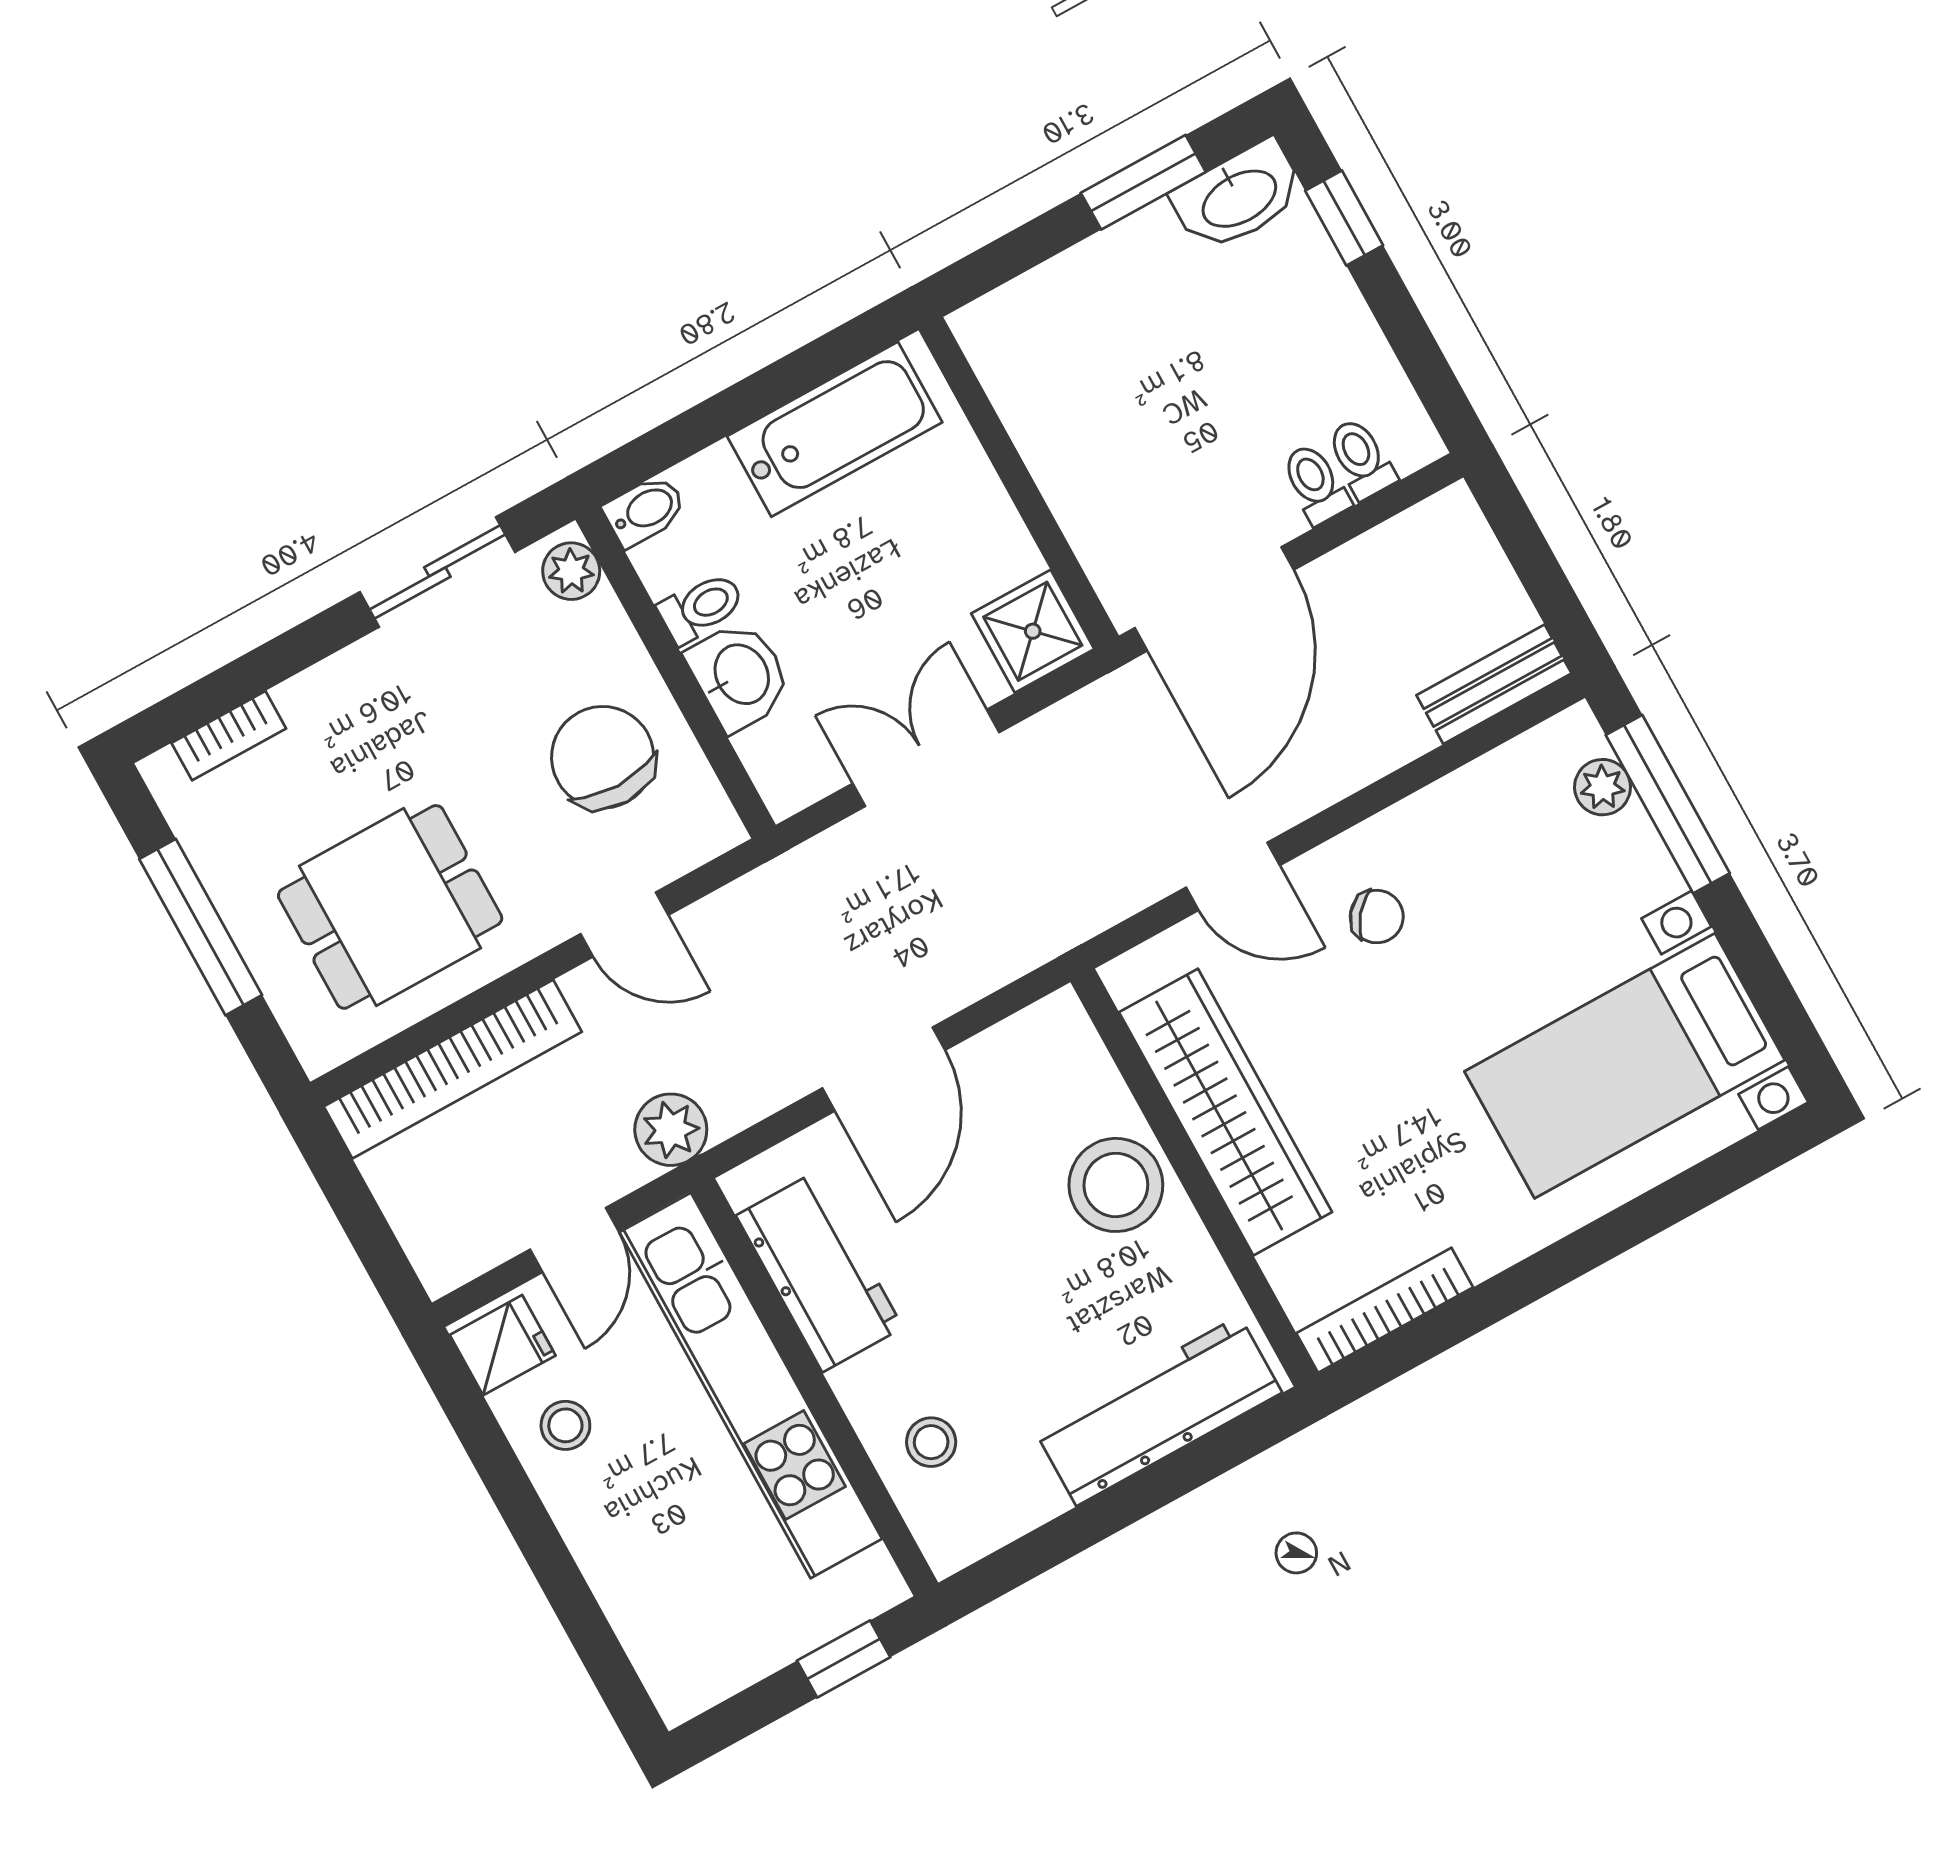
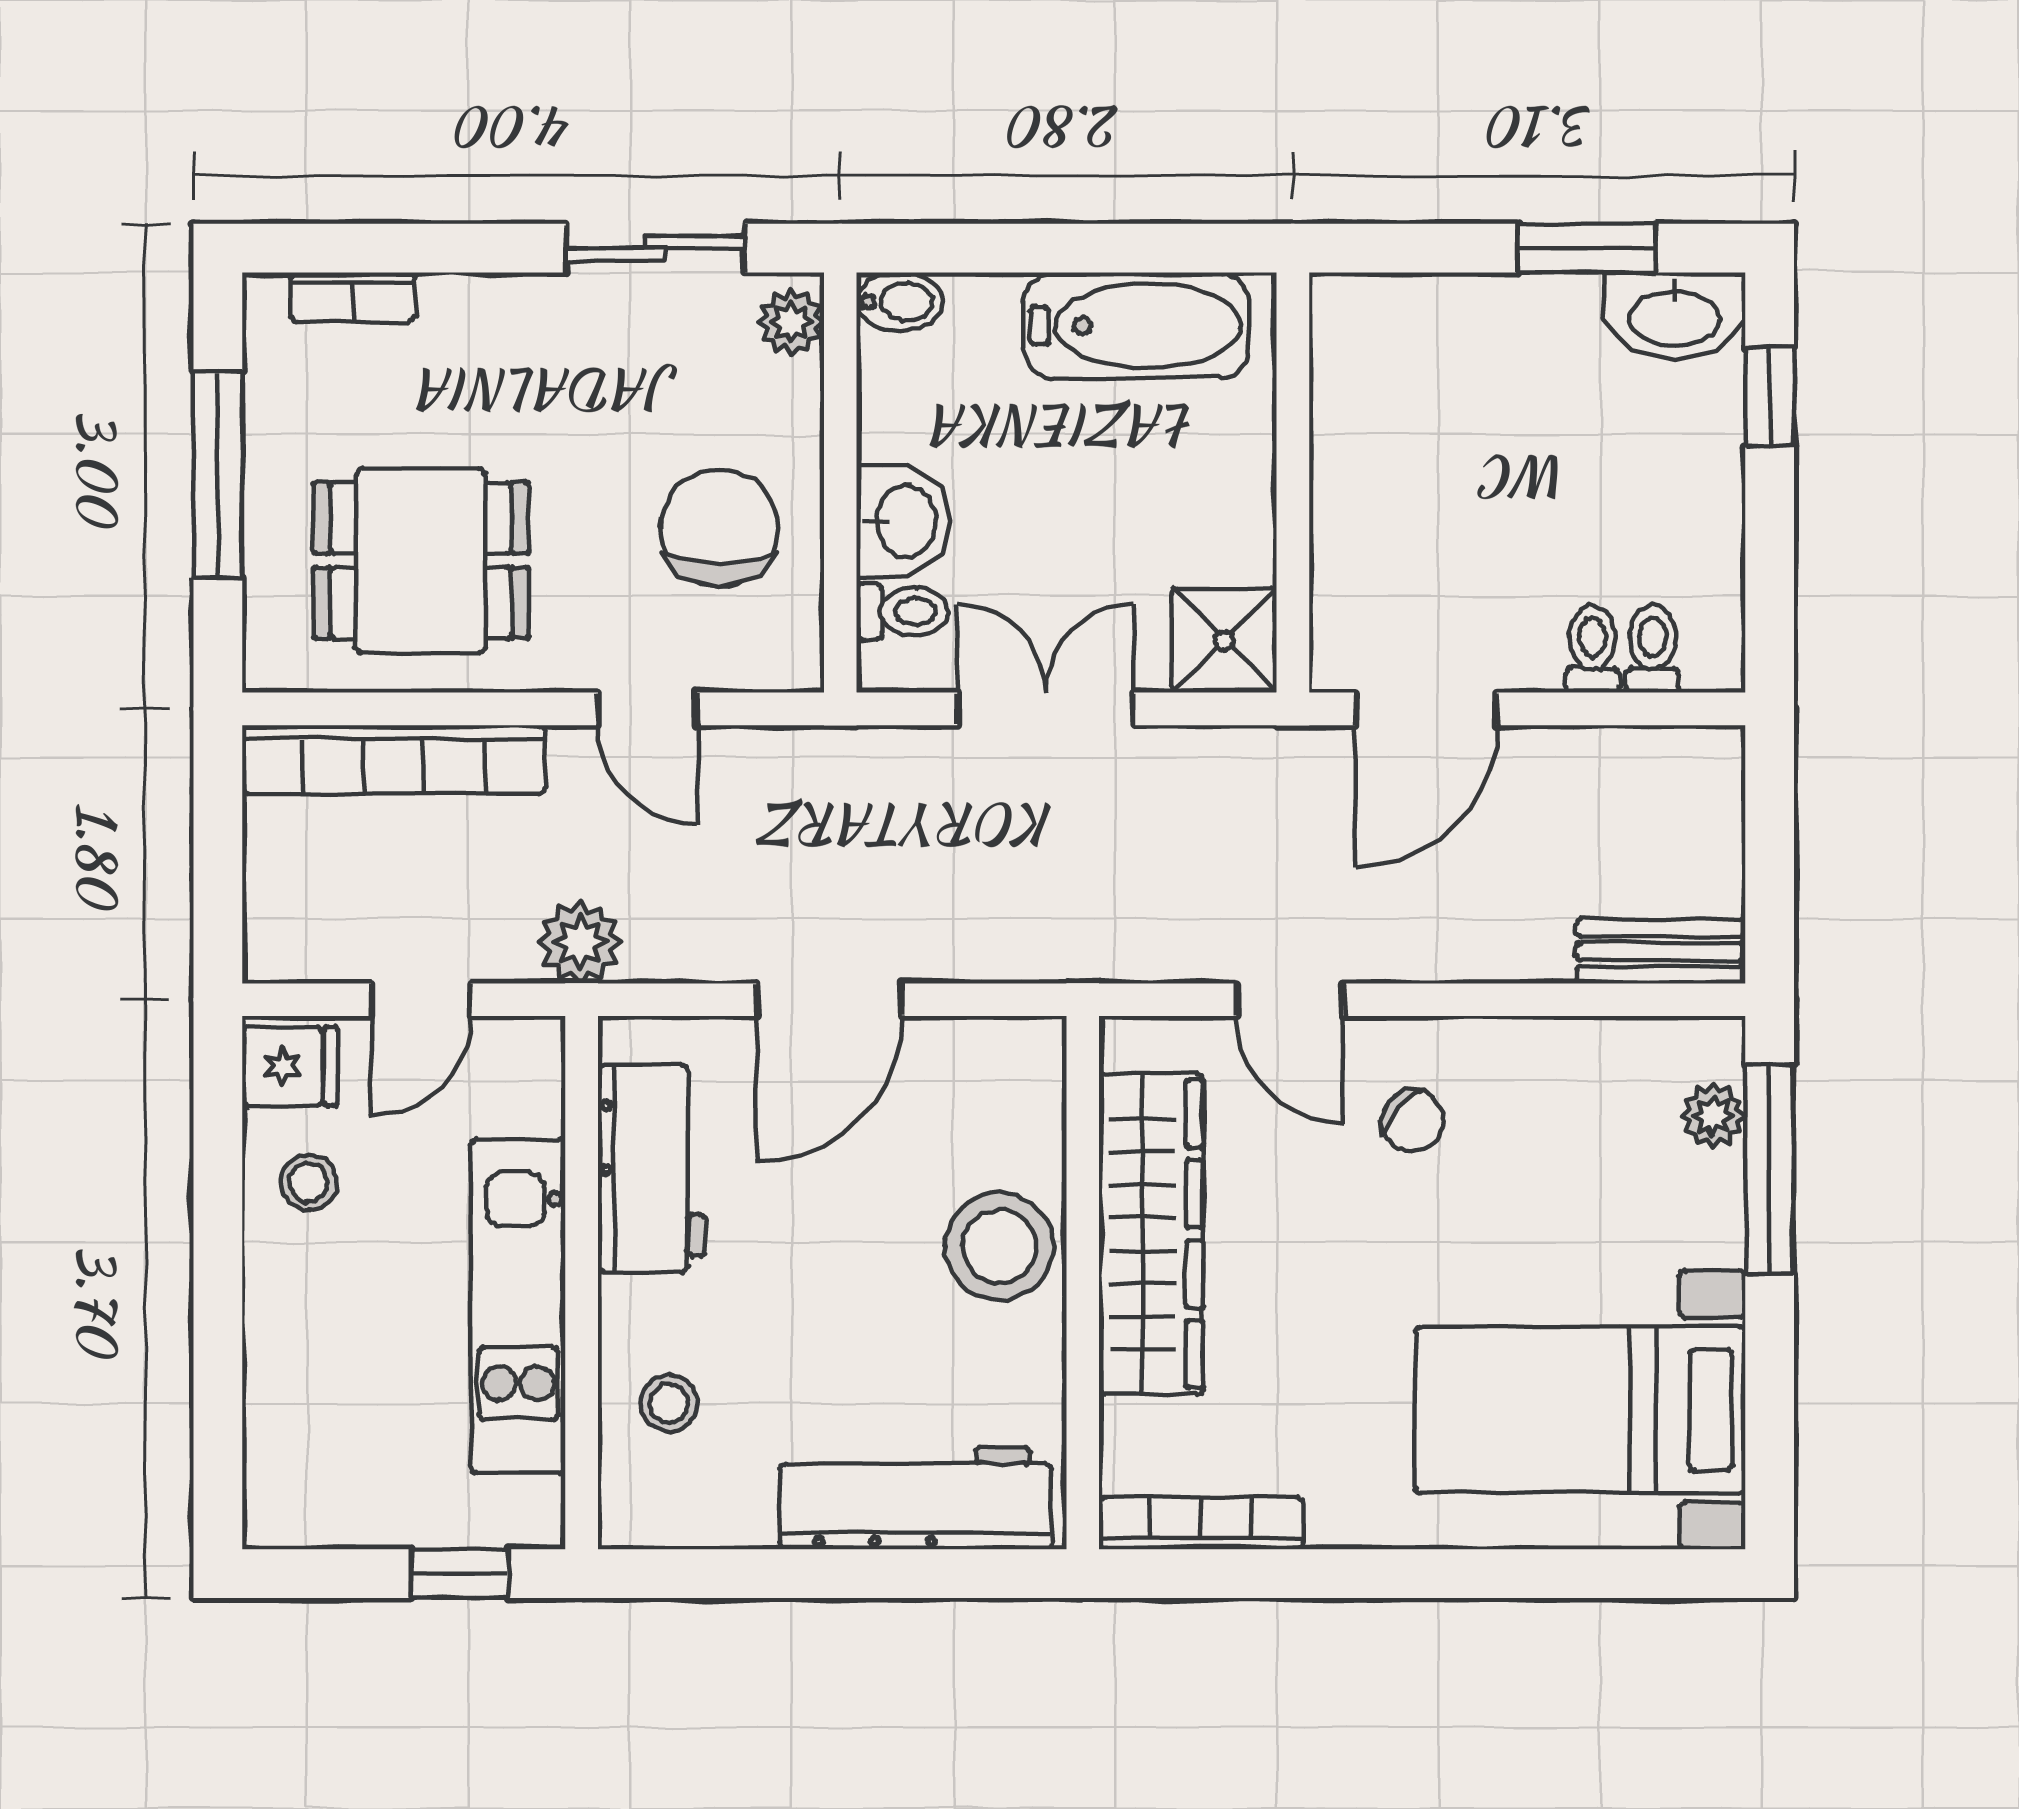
door: (1214, 599) -> (1426, 709), width x0.73
toilet: (701, 607) -> (902, 611), moved
kitchen unit: (751, 1385) -> (518, 1306), width x0.73

